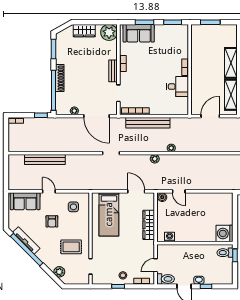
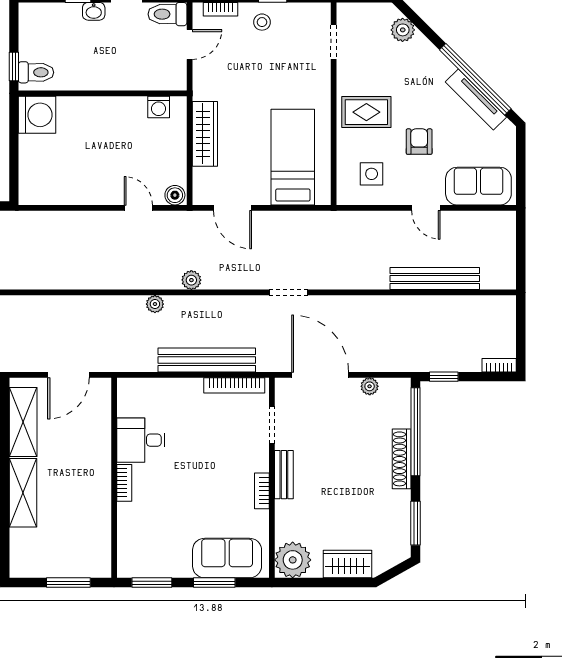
rug: (71, 247) -> (366, 112), moved

